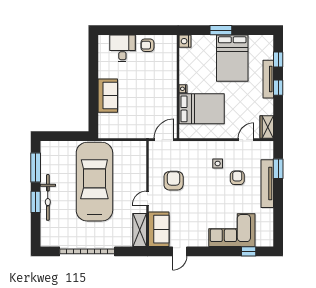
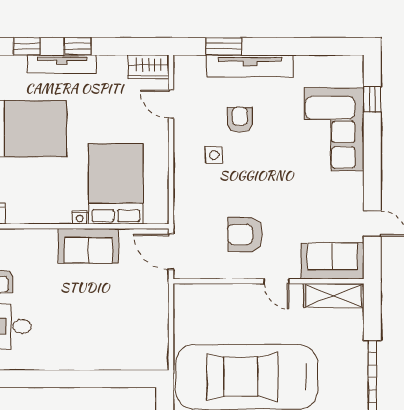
sofa: (108, 96) -> (88, 246), moved, turned 180
armchair: (237, 178) -> (240, 120), turned 90

